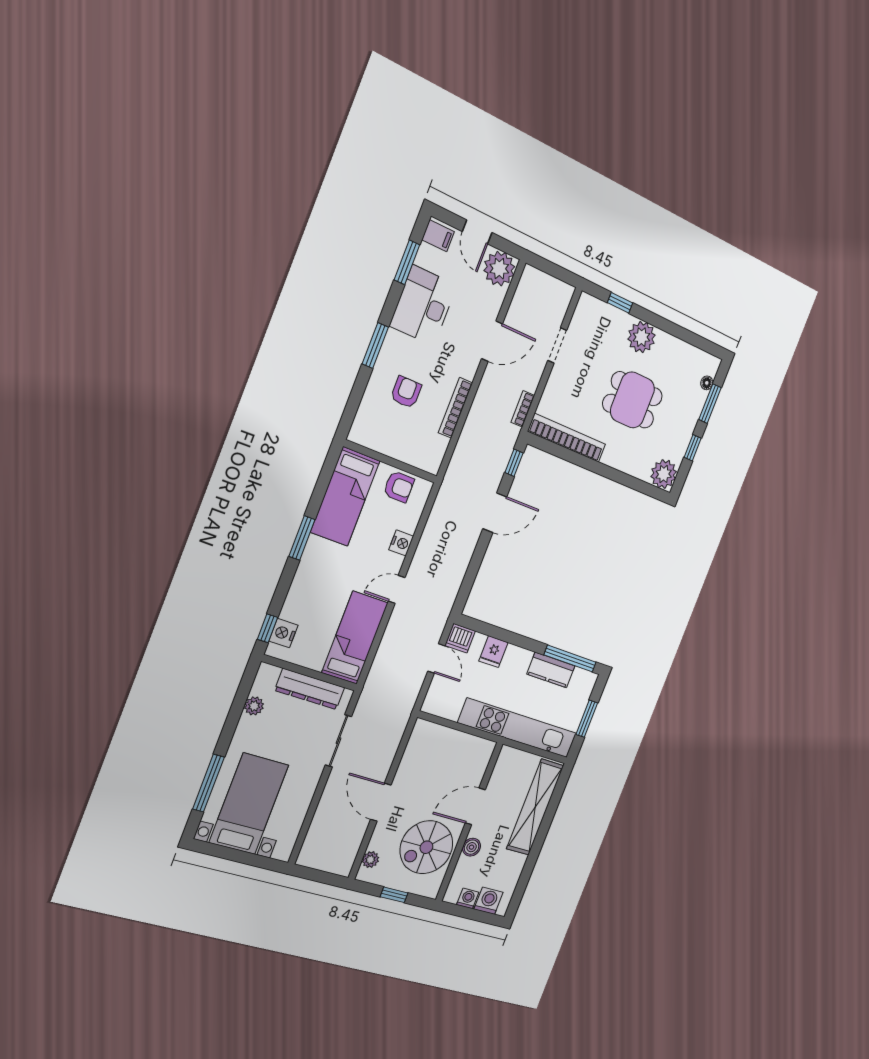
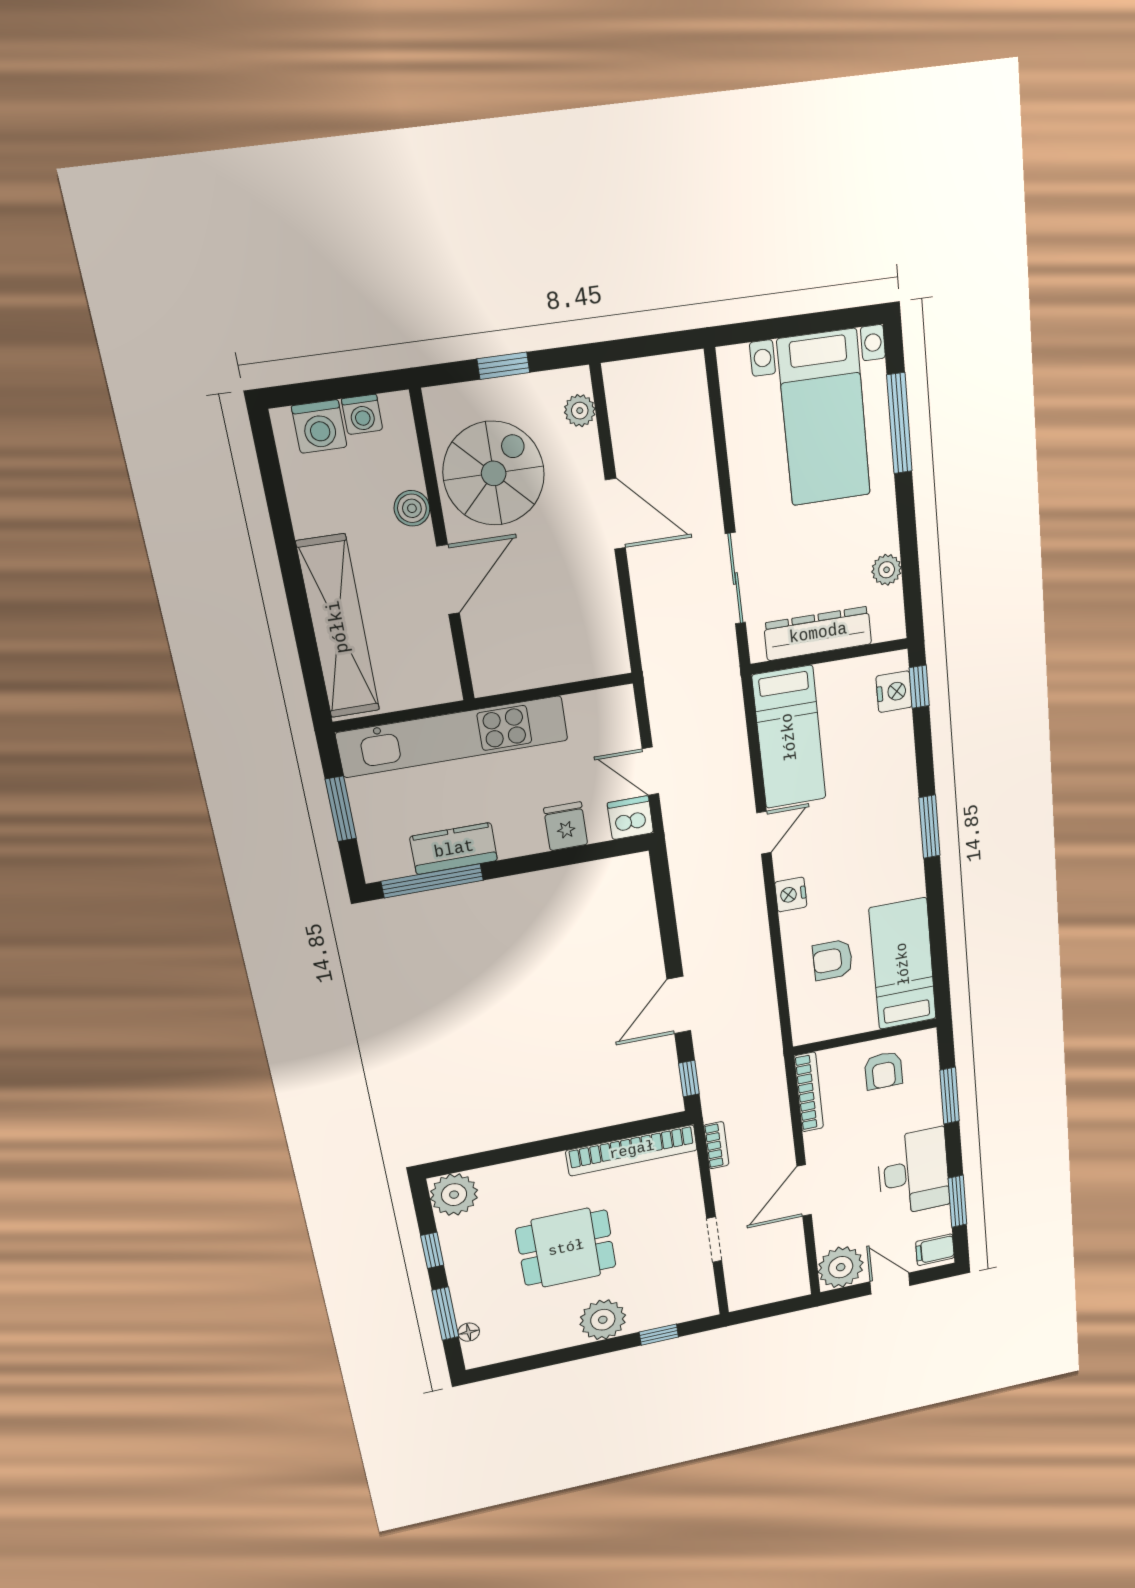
wall: (391, 461) -> (865, 1037), moved
bed: (345, 497) -> (903, 964), moved

